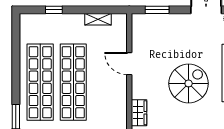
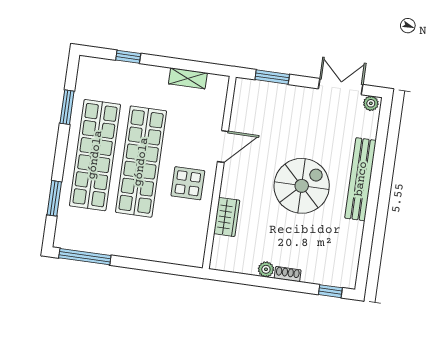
window: (16, 51) -> (67, 107), added
door: (129, 64) -> (223, 146), swing flipped
display table: (108, 93) -> (188, 183), added

